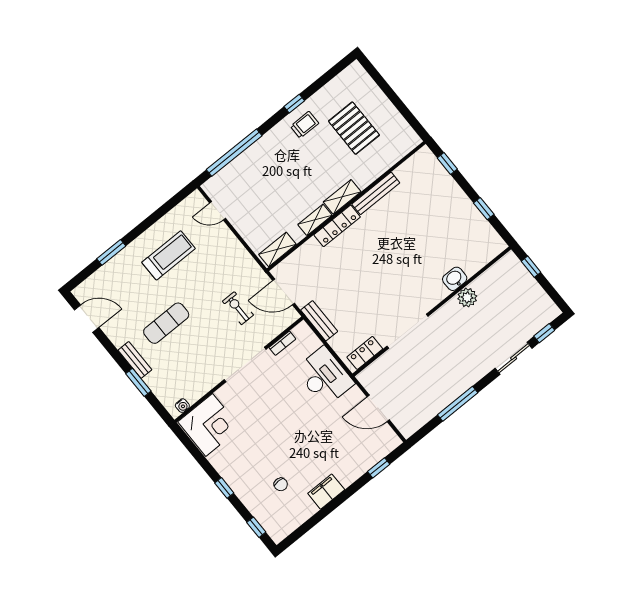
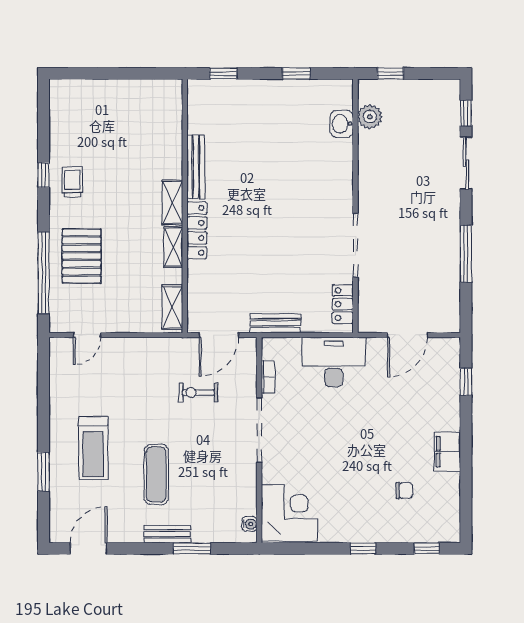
pallet: (354, 128) -> (82, 256), moved, turned 90
treadmill: (169, 255) -> (93, 448), moved, turned 180
washbasin: (455, 279) -> (342, 124), moved
plant: (467, 297) -> (370, 117), moved

